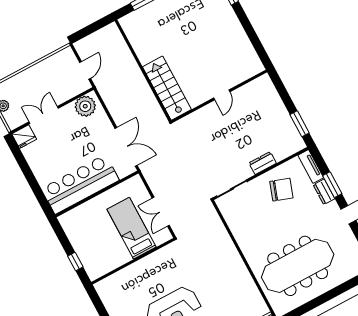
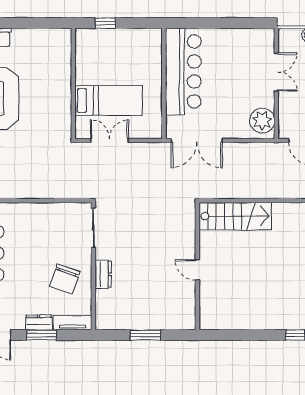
window: (300, 124) -> (145, 335), moved
fridge: (24, 137) -> (265, 40), removed

